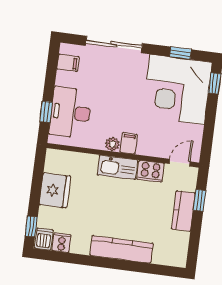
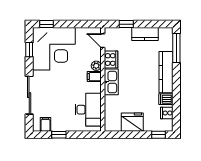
window: (46, 112) -> (59, 135), moved
desk: (70, 113) -> (88, 110), moved, turned -90
plant: (112, 144) -> (96, 66), moved
kitchen counter: (183, 211) -> (145, 34), moved
dishwasher: (44, 239) -> (166, 99), moved
window: (155, 269) -> (176, 48), added

